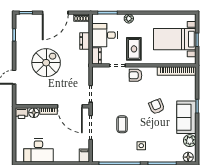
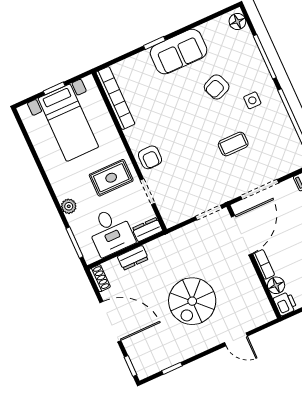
spiral stairs: (46, 63) -> (192, 301), turned -90
armchair: (157, 106) -> (217, 87), moved
plant: (190, 141) -> (212, 31), removed

